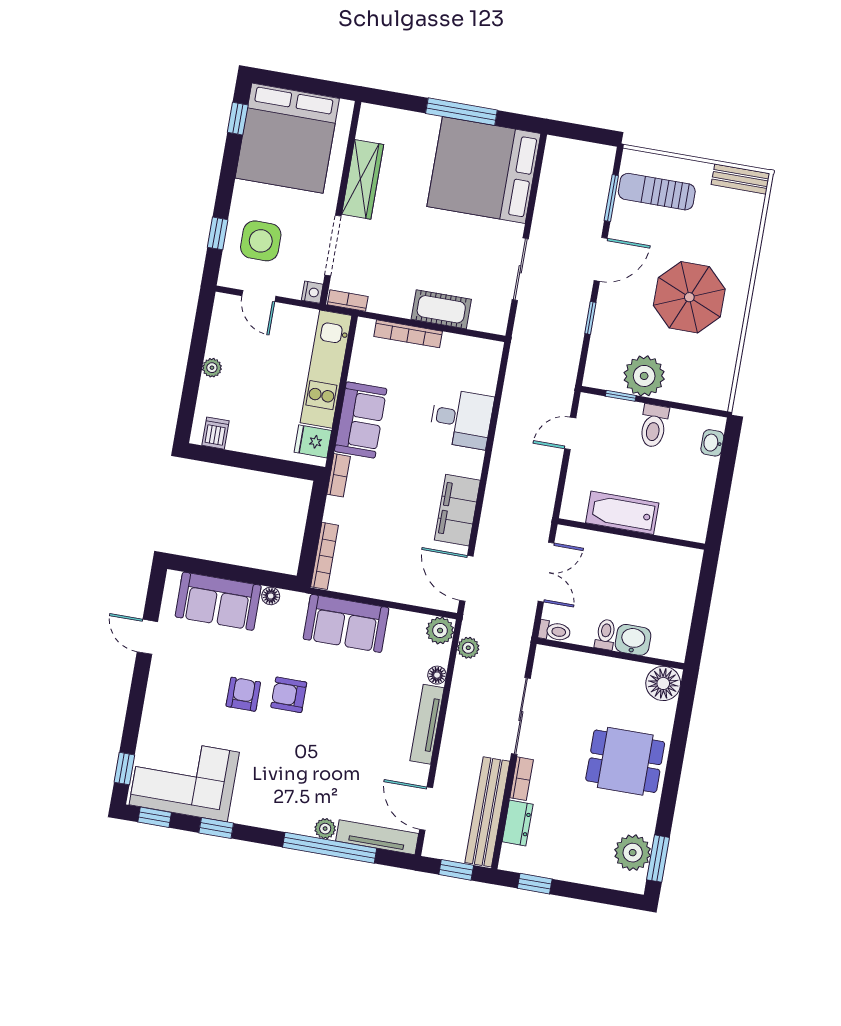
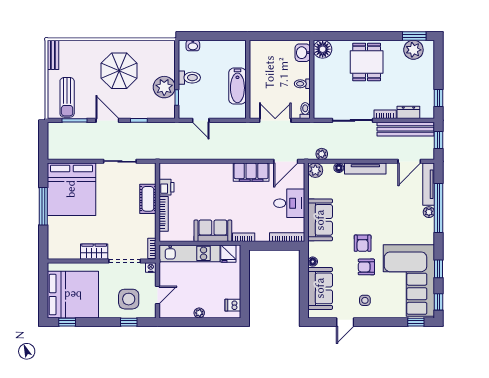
wardrobe: (363, 179) -> (94, 252), width x0.67
printer: (457, 348) -> (166, 187), added
desk: (461, 419) -> (289, 203), moved, turned 90
washbasin: (633, 640) -> (303, 53), moved
side table: (181, 681) -> (365, 300), added
corner sofa: (184, 779) -> (409, 280), width x1.36, depth x1.36

